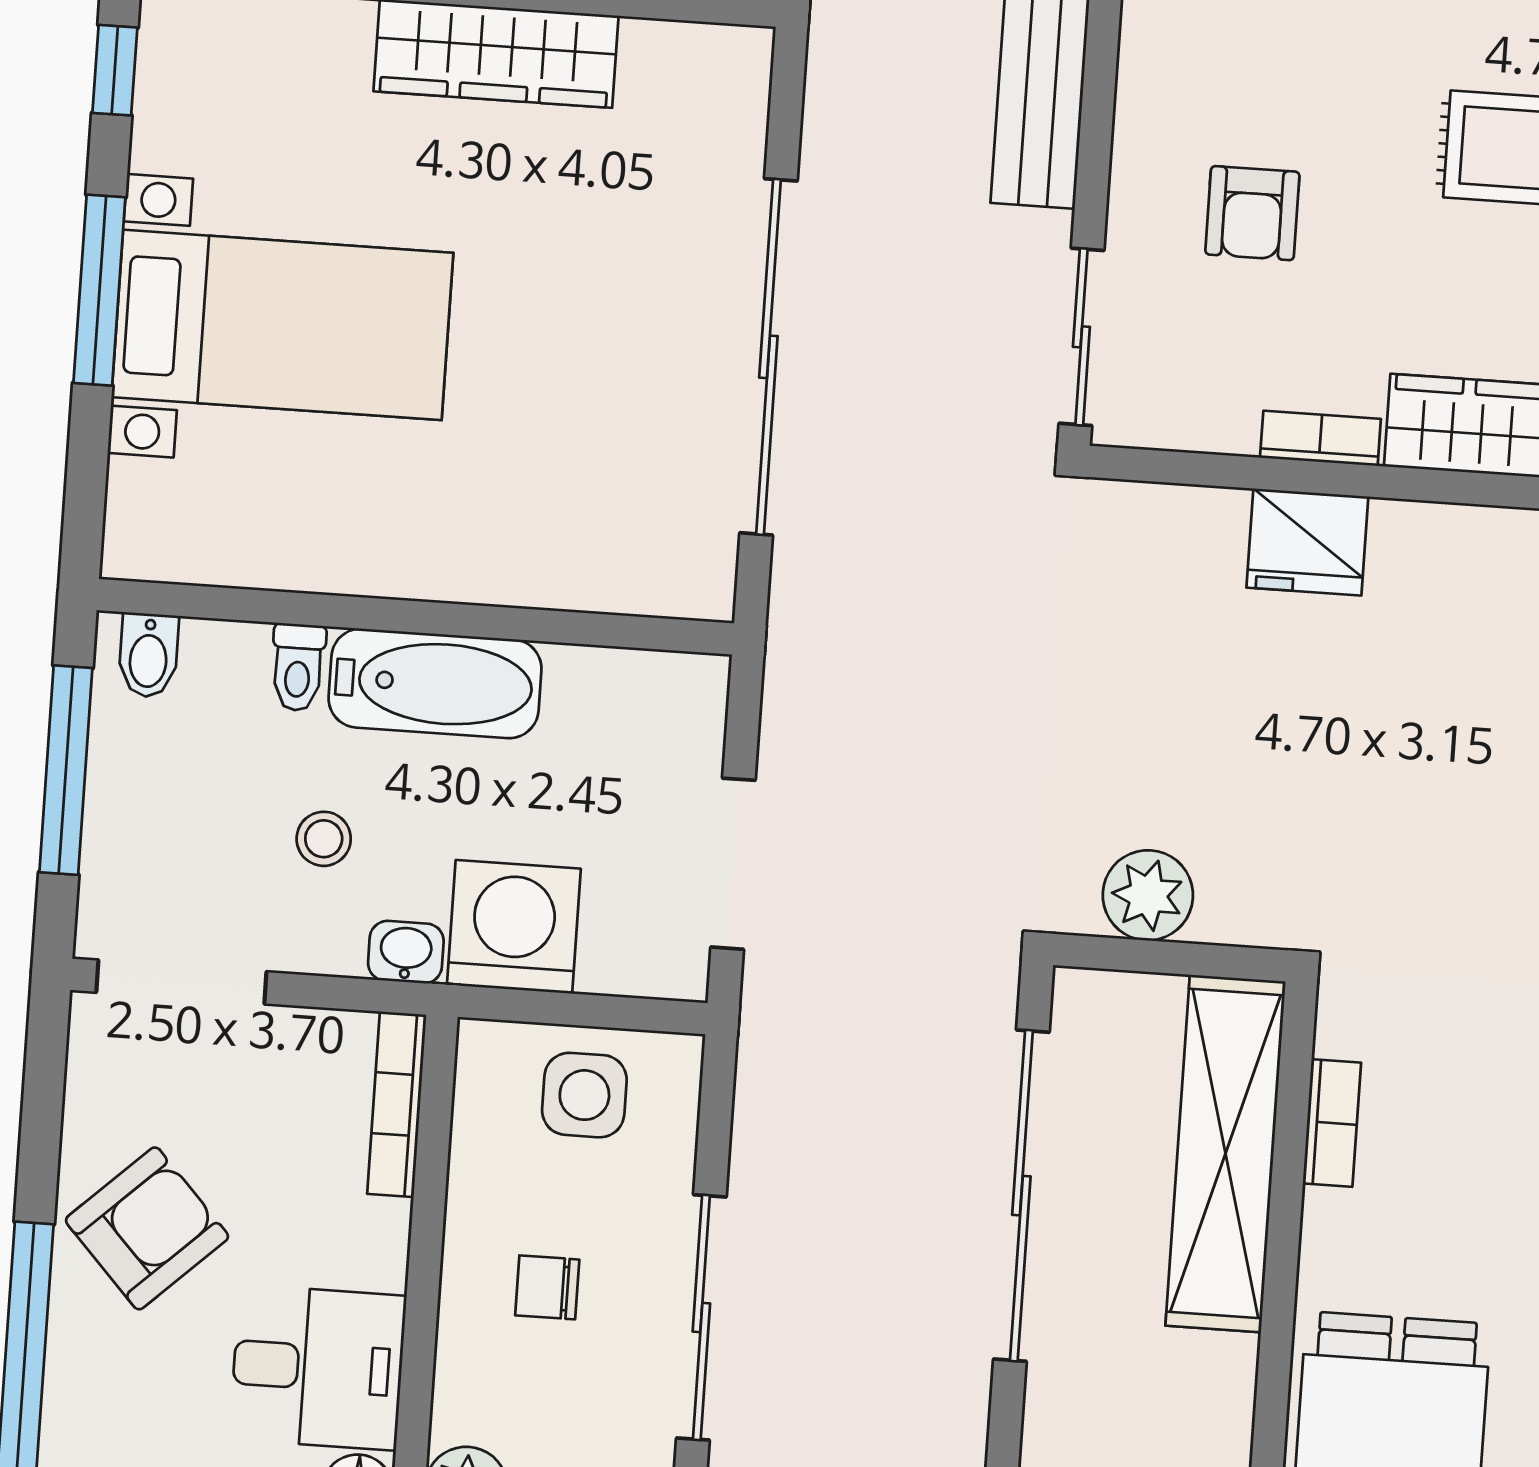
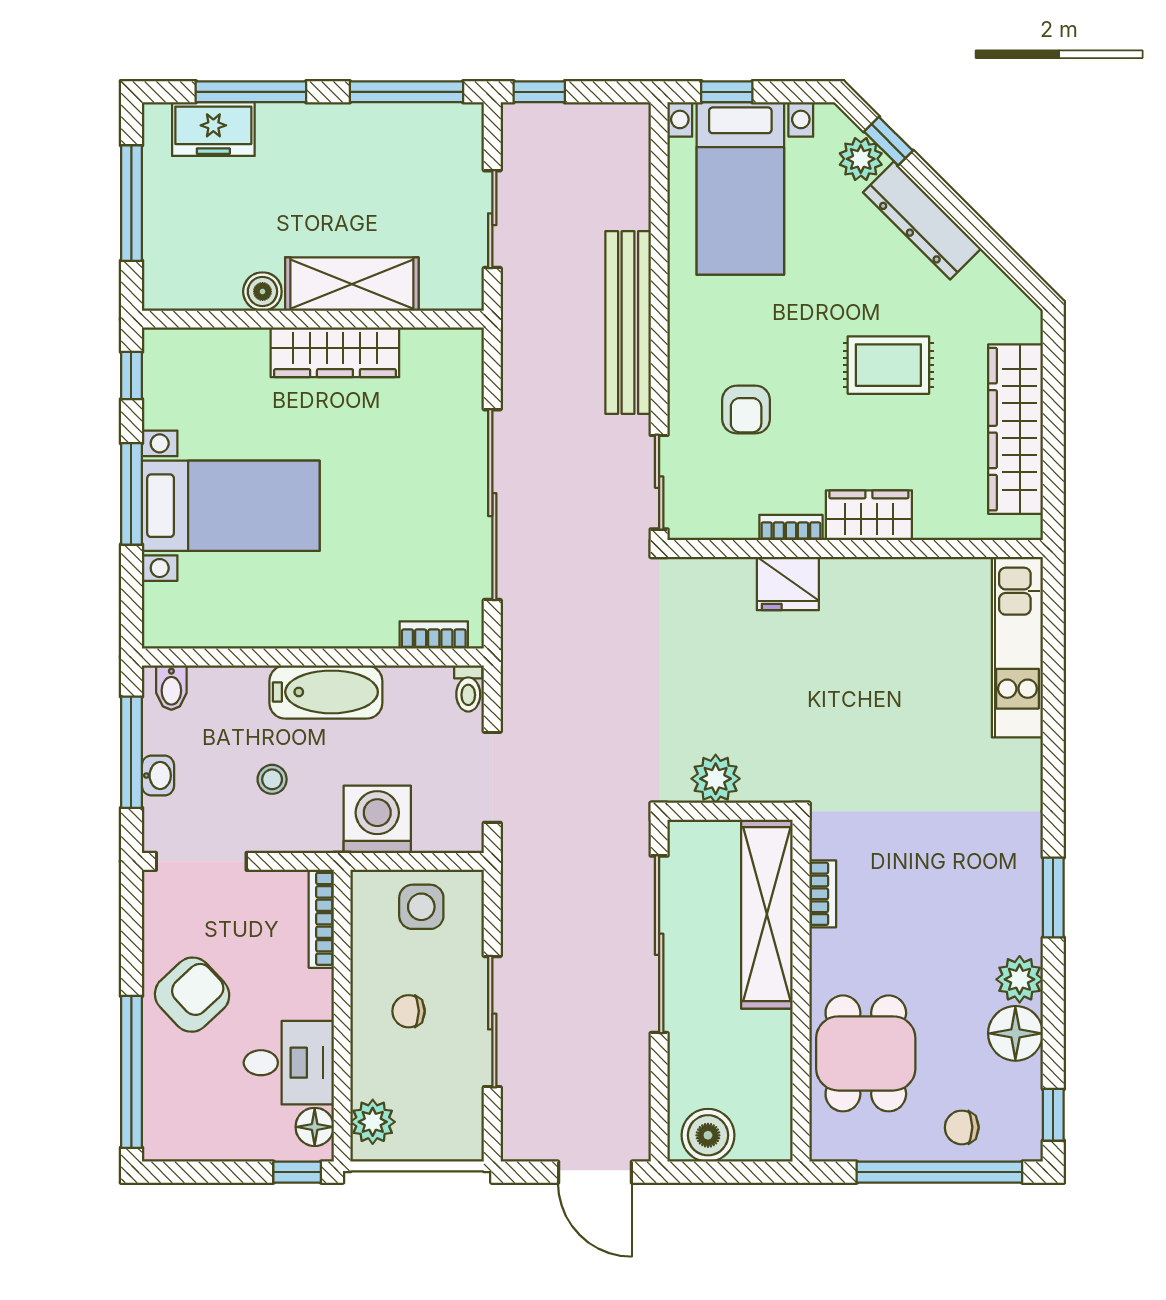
bookcase: (643, 591) -> (434, 635), added
toilet: (298, 667) -> (468, 688), moved
washbasin: (406, 952) -> (158, 776), moved, turned 90

